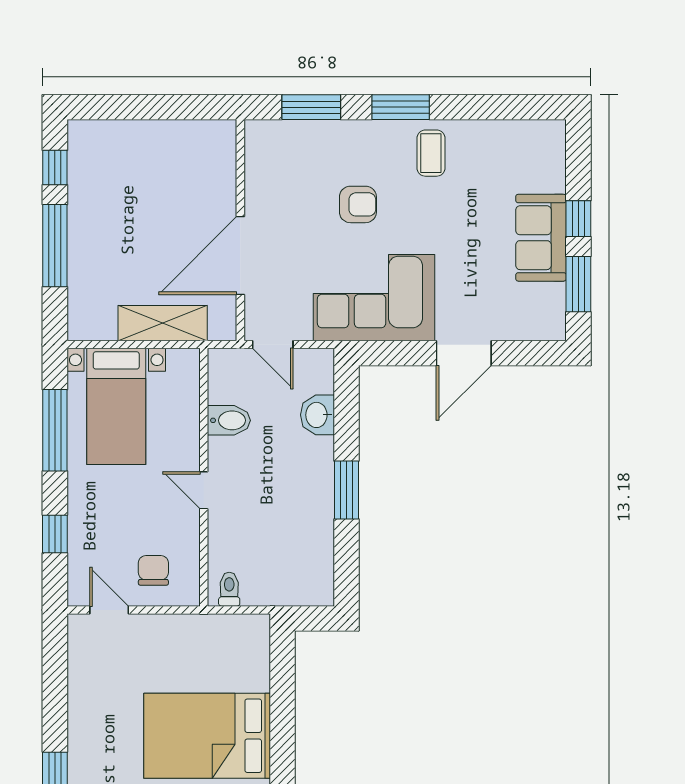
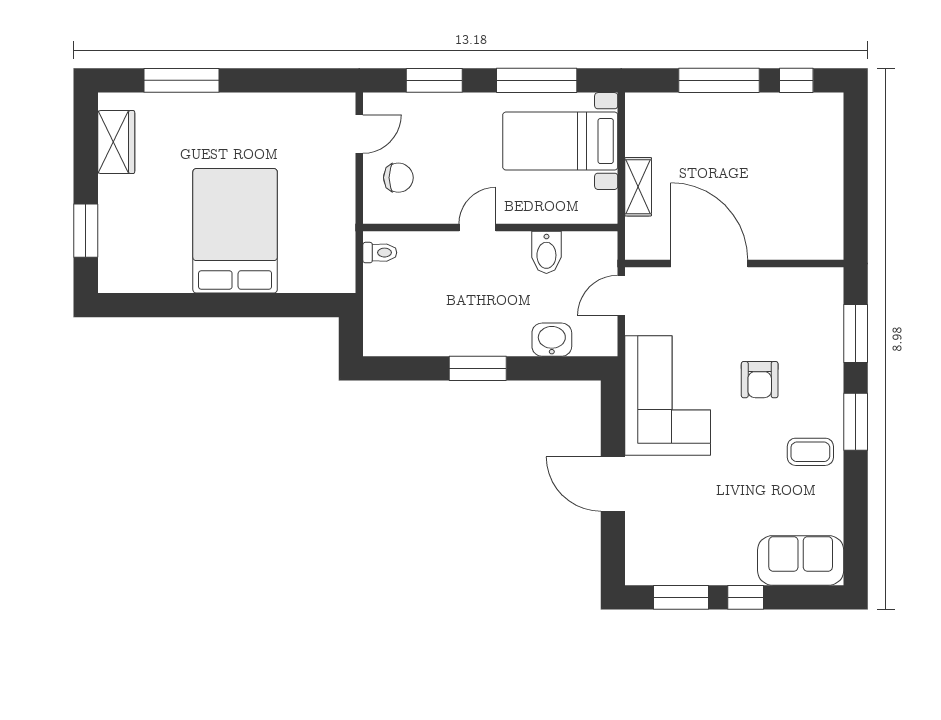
sofa: (541, 238) -> (801, 560), moved
shelving: (163, 323) -> (638, 187), width x0.67, depth x0.75
window: (55, 534) -> (434, 80), width x1.50

